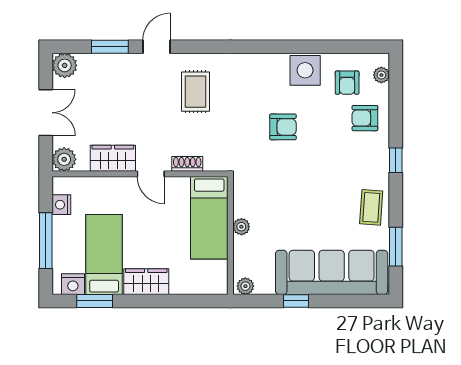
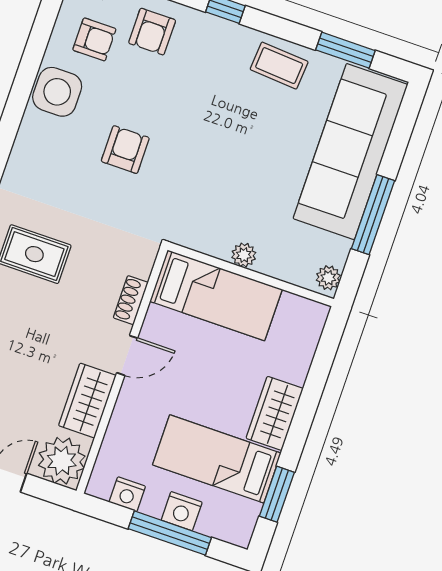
plant: (64, 159) -> (62, 461), width x1.36, depth x1.36
nightstand: (73, 284) -> (182, 511), moved, turned 90
window: (296, 301) -> (373, 215), width x2.17

